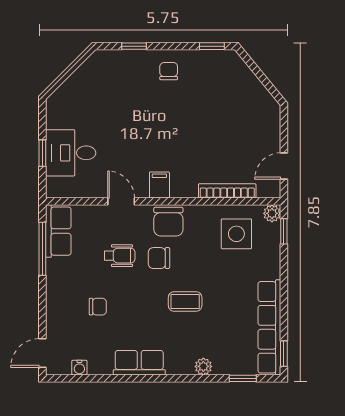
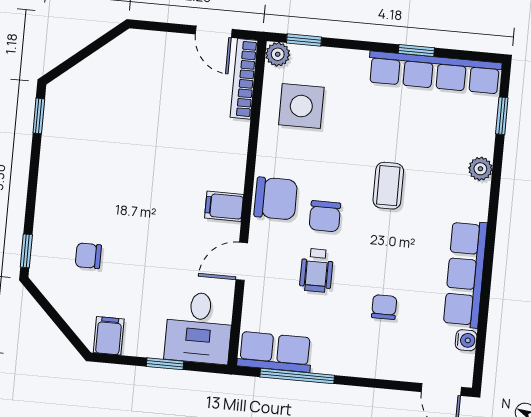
window: (134, 46) -> (26, 251), moved
chair: (169, 71) -> (88, 256), moved
filing cabinet: (59, 111) -> (109, 336), added
desk: (71, 153) -> (199, 328), moved
bookcase: (227, 191) -> (244, 79), moved
wheelchair: (120, 256) -> (317, 270), turned 180
window: (284, 354) -> (416, 50), moved
row of seats: (139, 363) -> (465, 274), width x1.48

